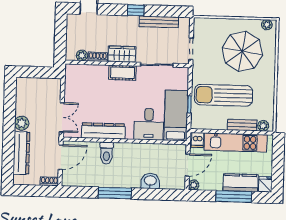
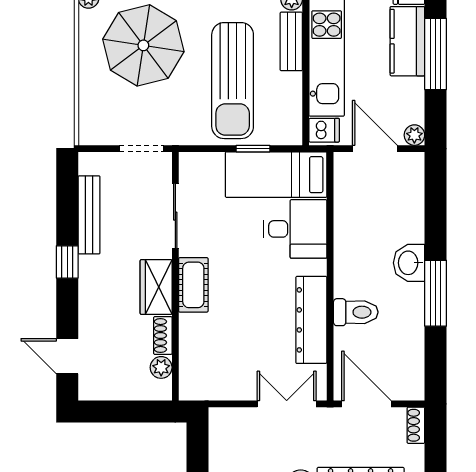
washbasin: (150, 181) -> (409, 263), moved

